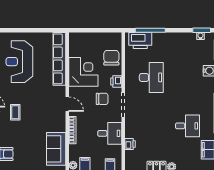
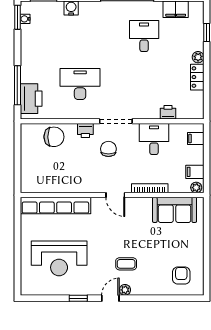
chair: (111, 58) -> (54, 137), turned 180
corner desk: (83, 72) -> (73, 174), removed
door: (67, 104) -> (115, 195), swing flipped

